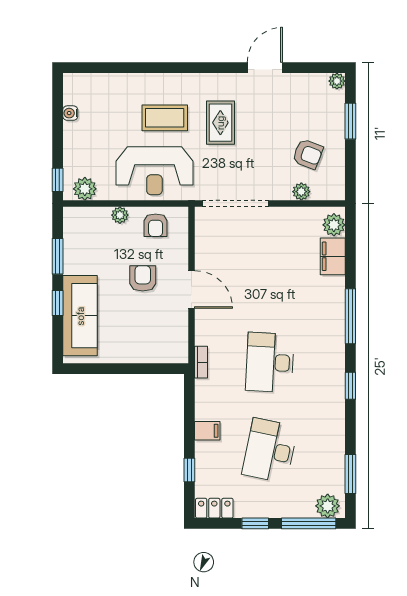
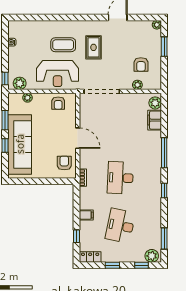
armchair: (308, 154) -> (141, 64), turned 69
plant: (120, 215) -> (28, 98), moved
armchair: (143, 278) -> (64, 163), moved
sofa: (80, 316) -> (20, 144), width x1.36, depth x1.27
window: (309, 523) -> (141, 265), width x0.46

